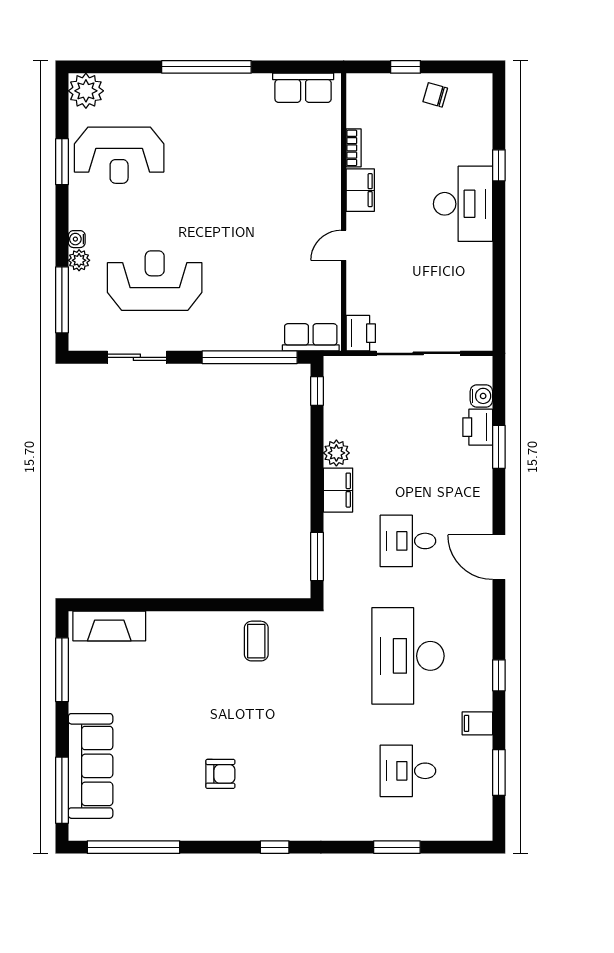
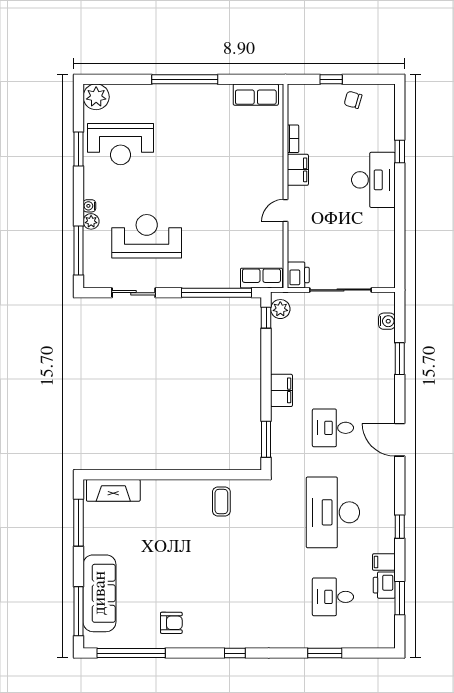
printer: (478, 427) -> (384, 585), moved
plant: (336, 453) -> (280, 309), moved
armchair: (220, 774) -> (171, 623), moved

